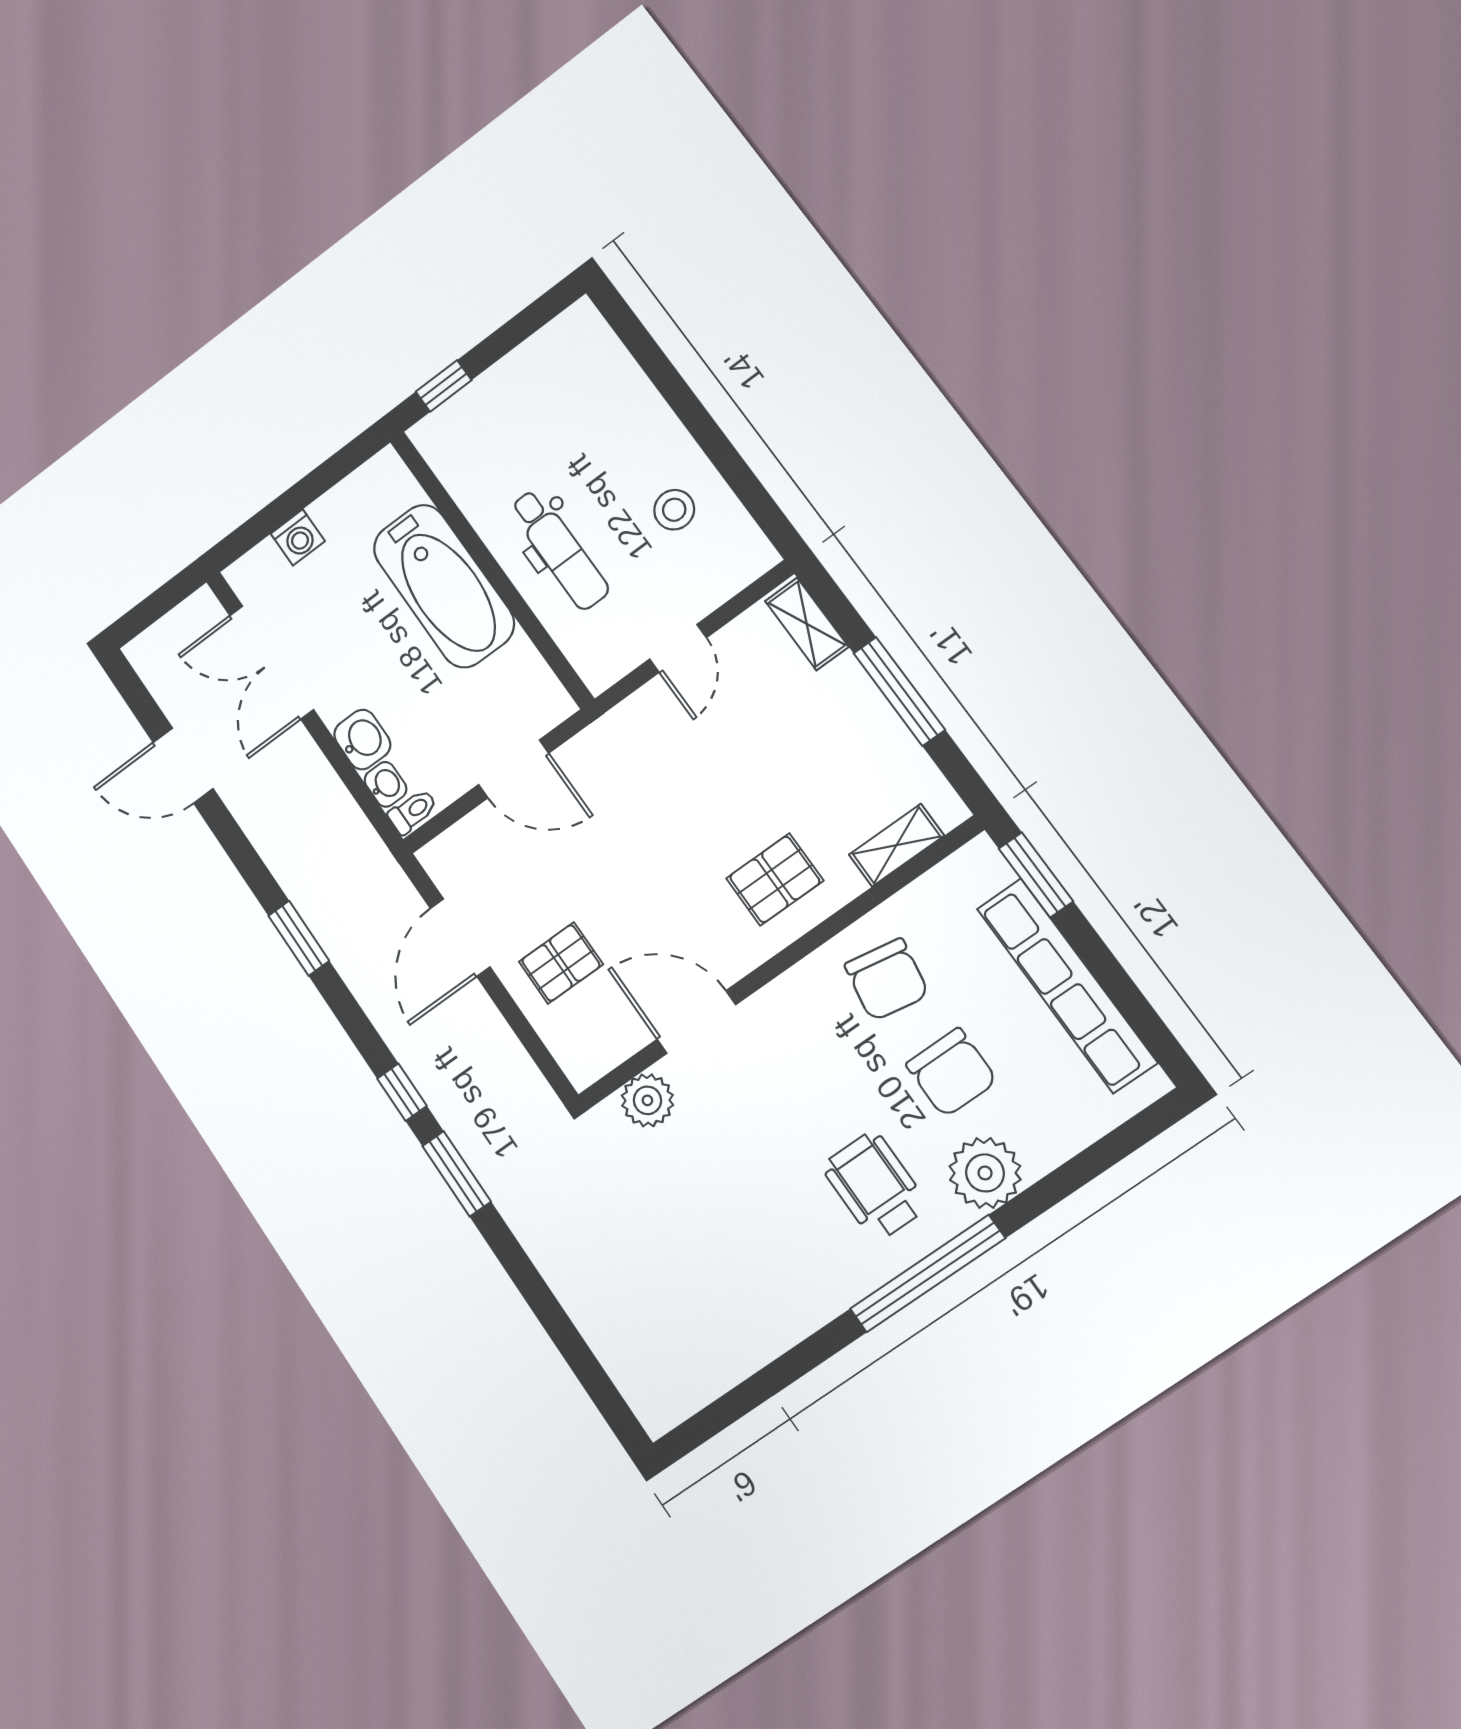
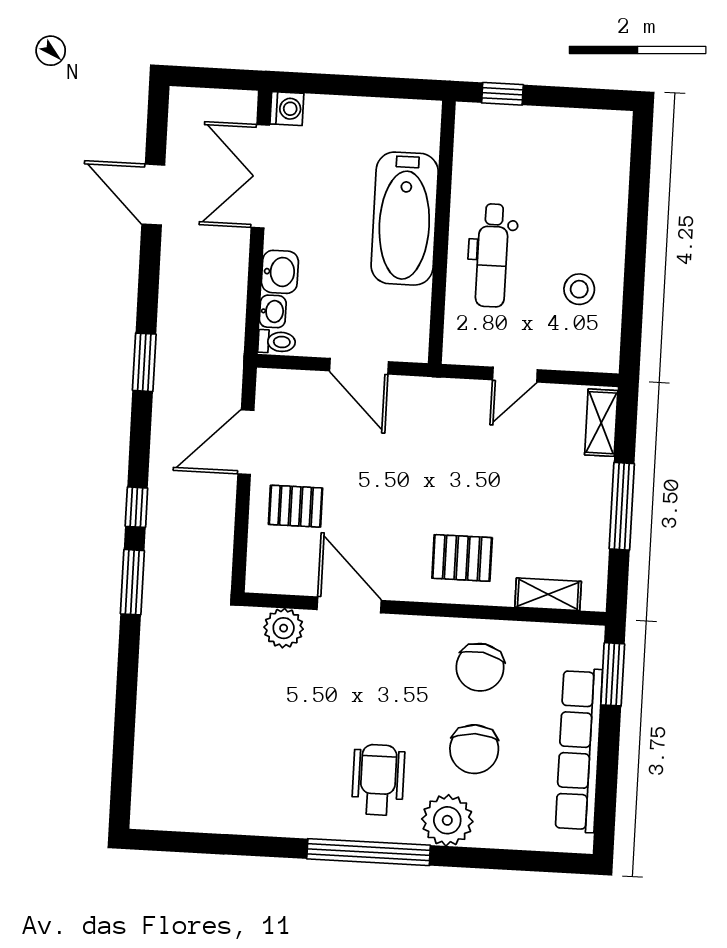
washing machine: (298, 537) -> (287, 109), moved, turned -90

